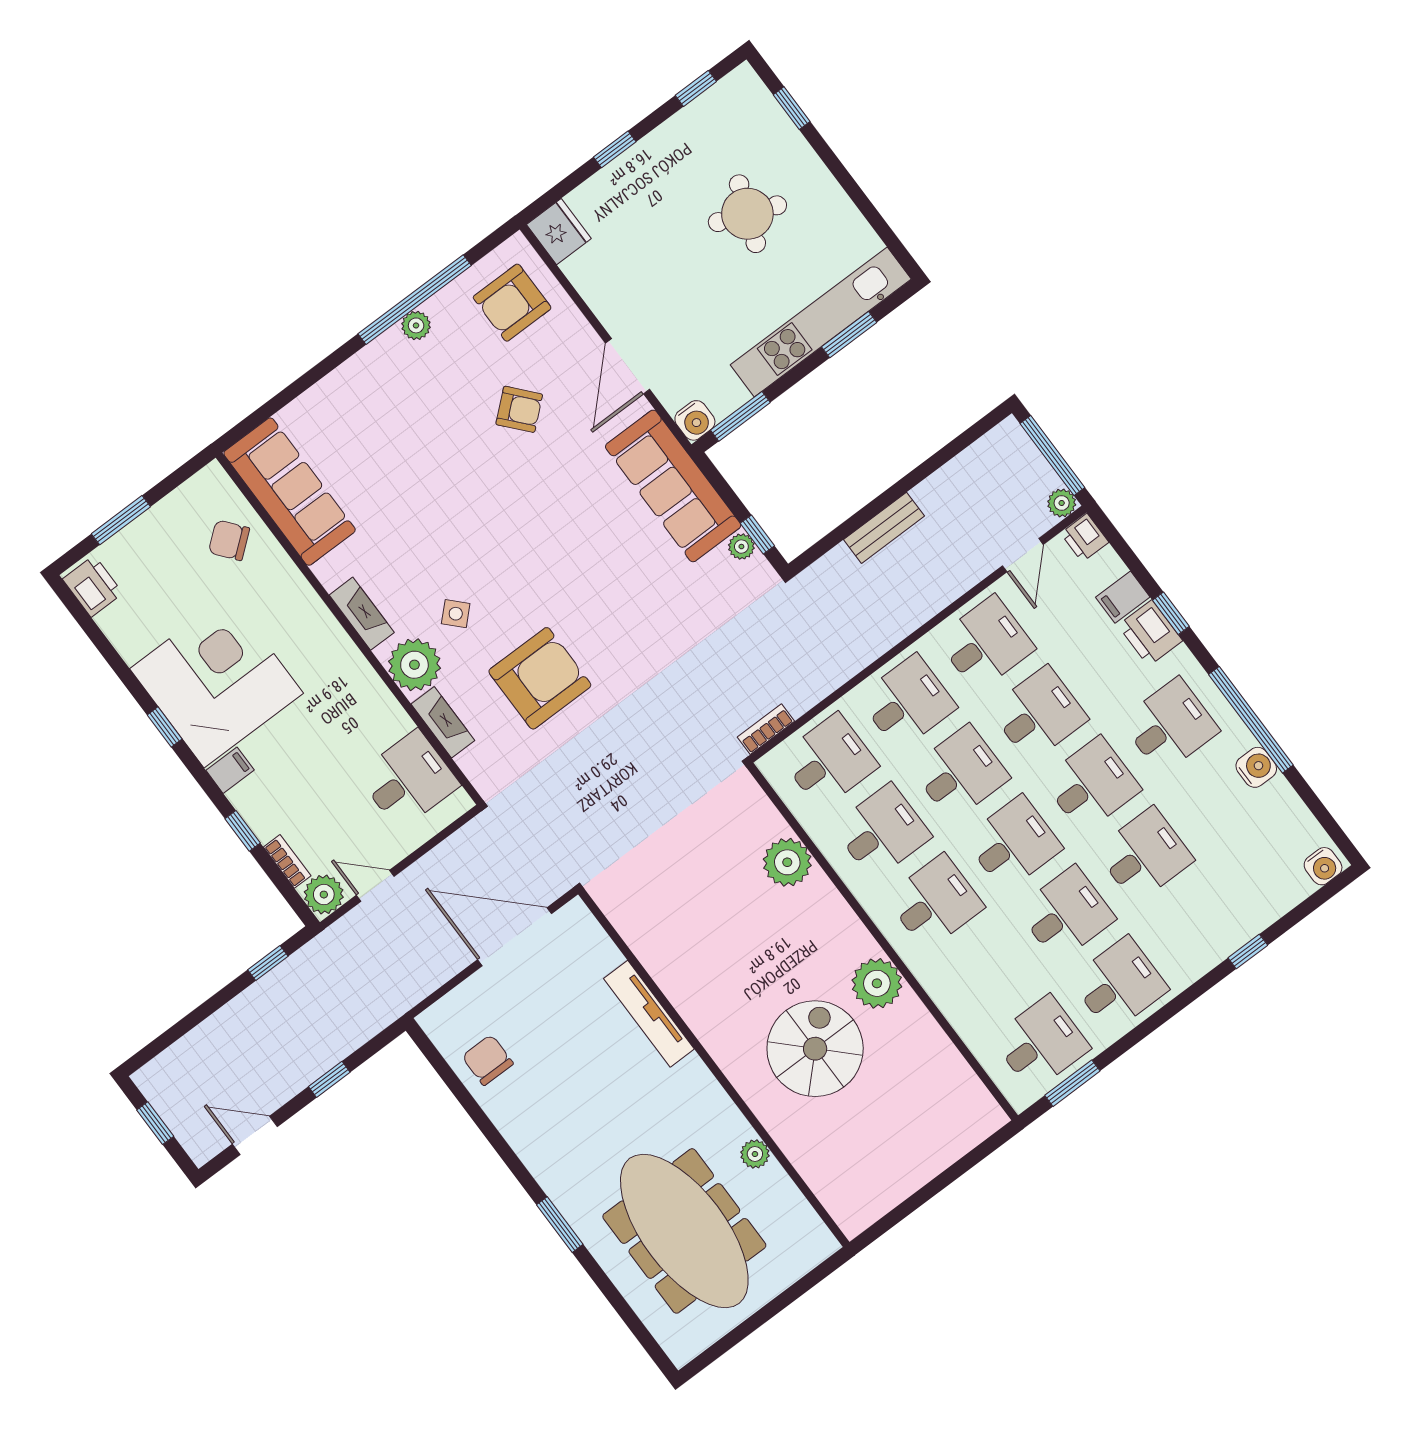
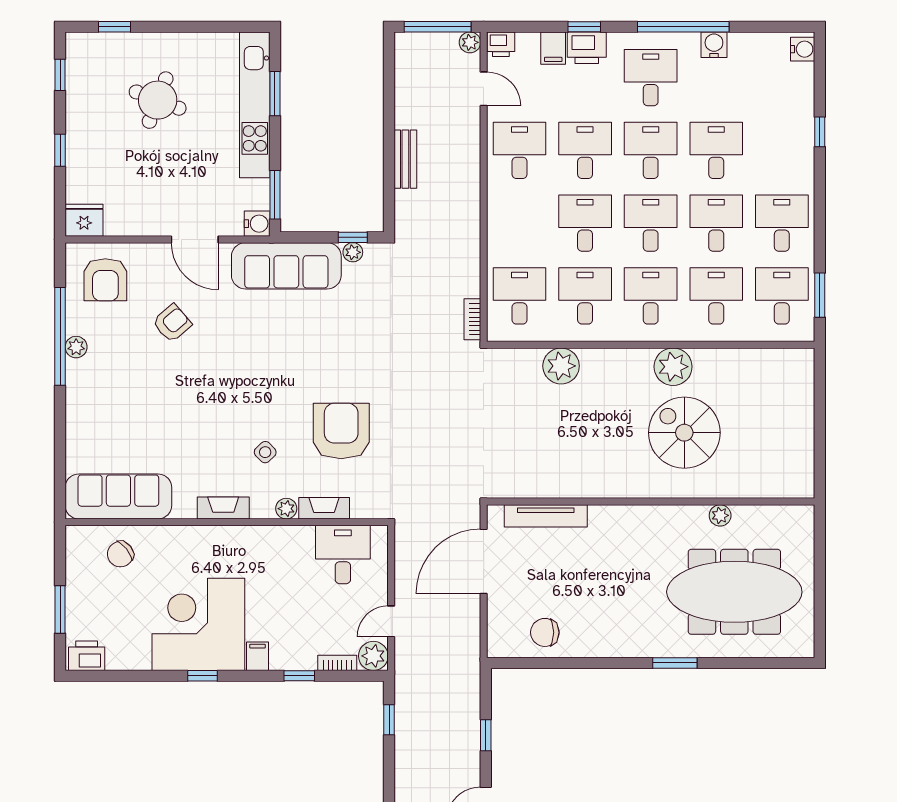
plant: (414, 665) -> (286, 509), width x0.53, depth x0.53
desk: (907, 702) -> (716, 296), moved
tv unit: (649, 1014) -> (546, 516), moved

